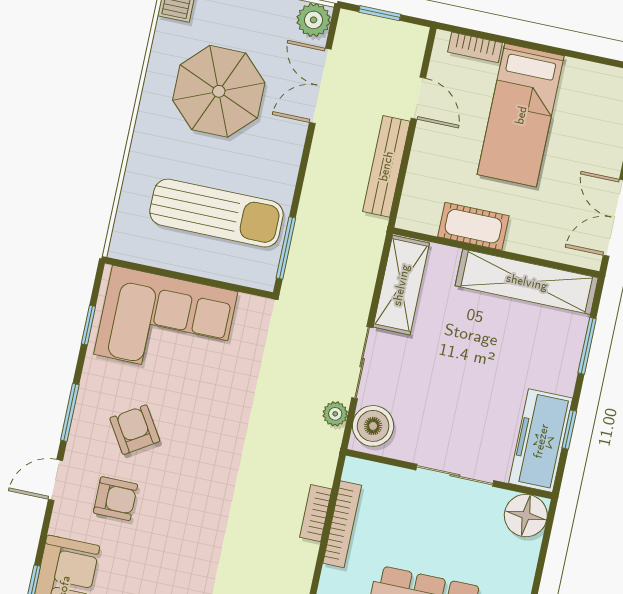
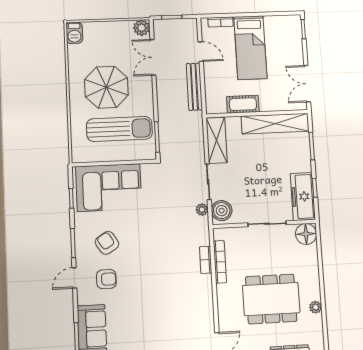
parasol: (219, 91) -> (106, 87), moved

